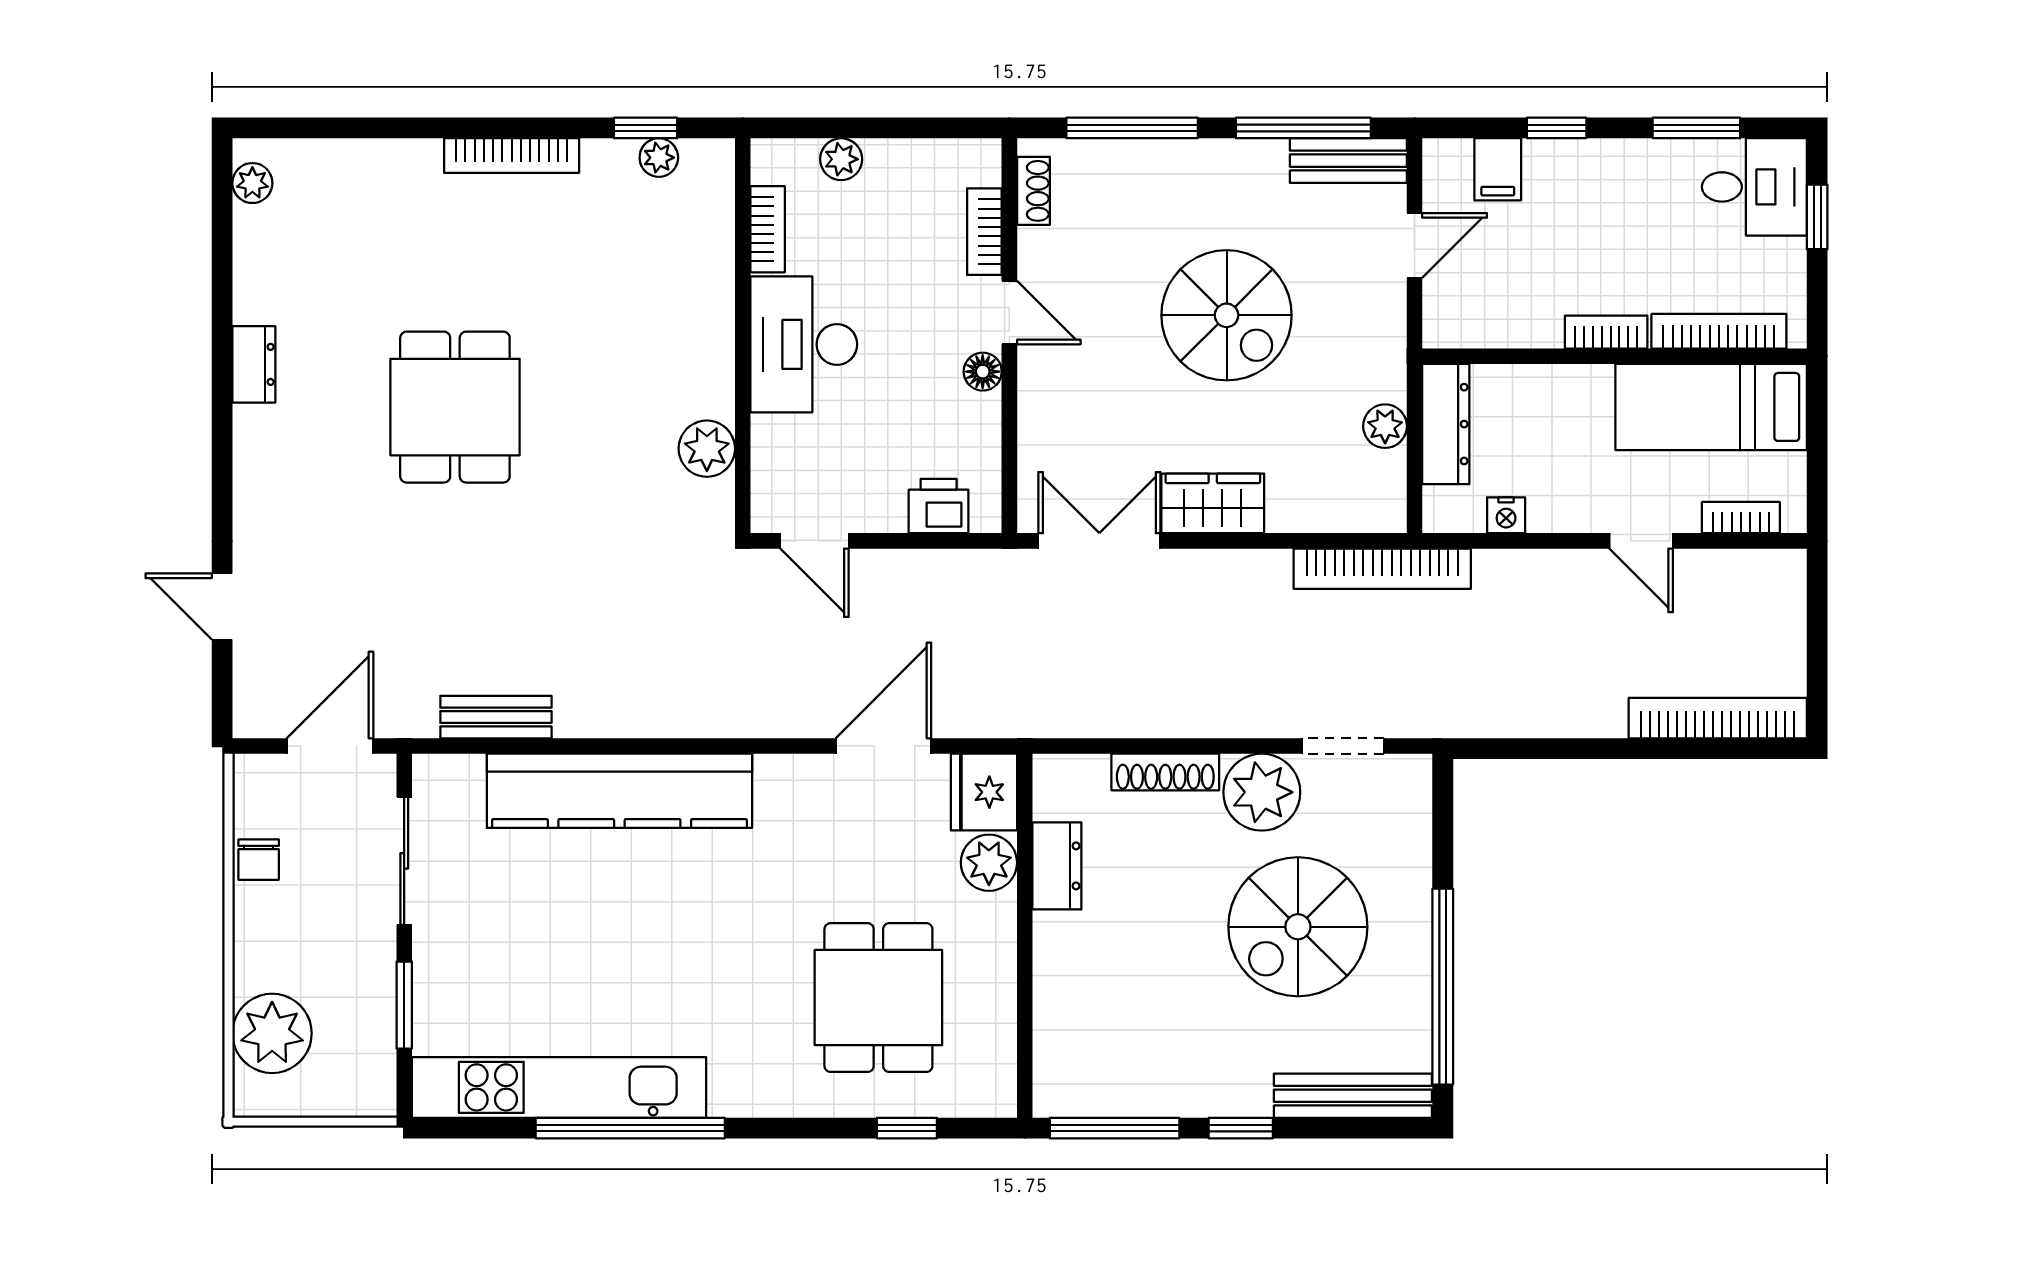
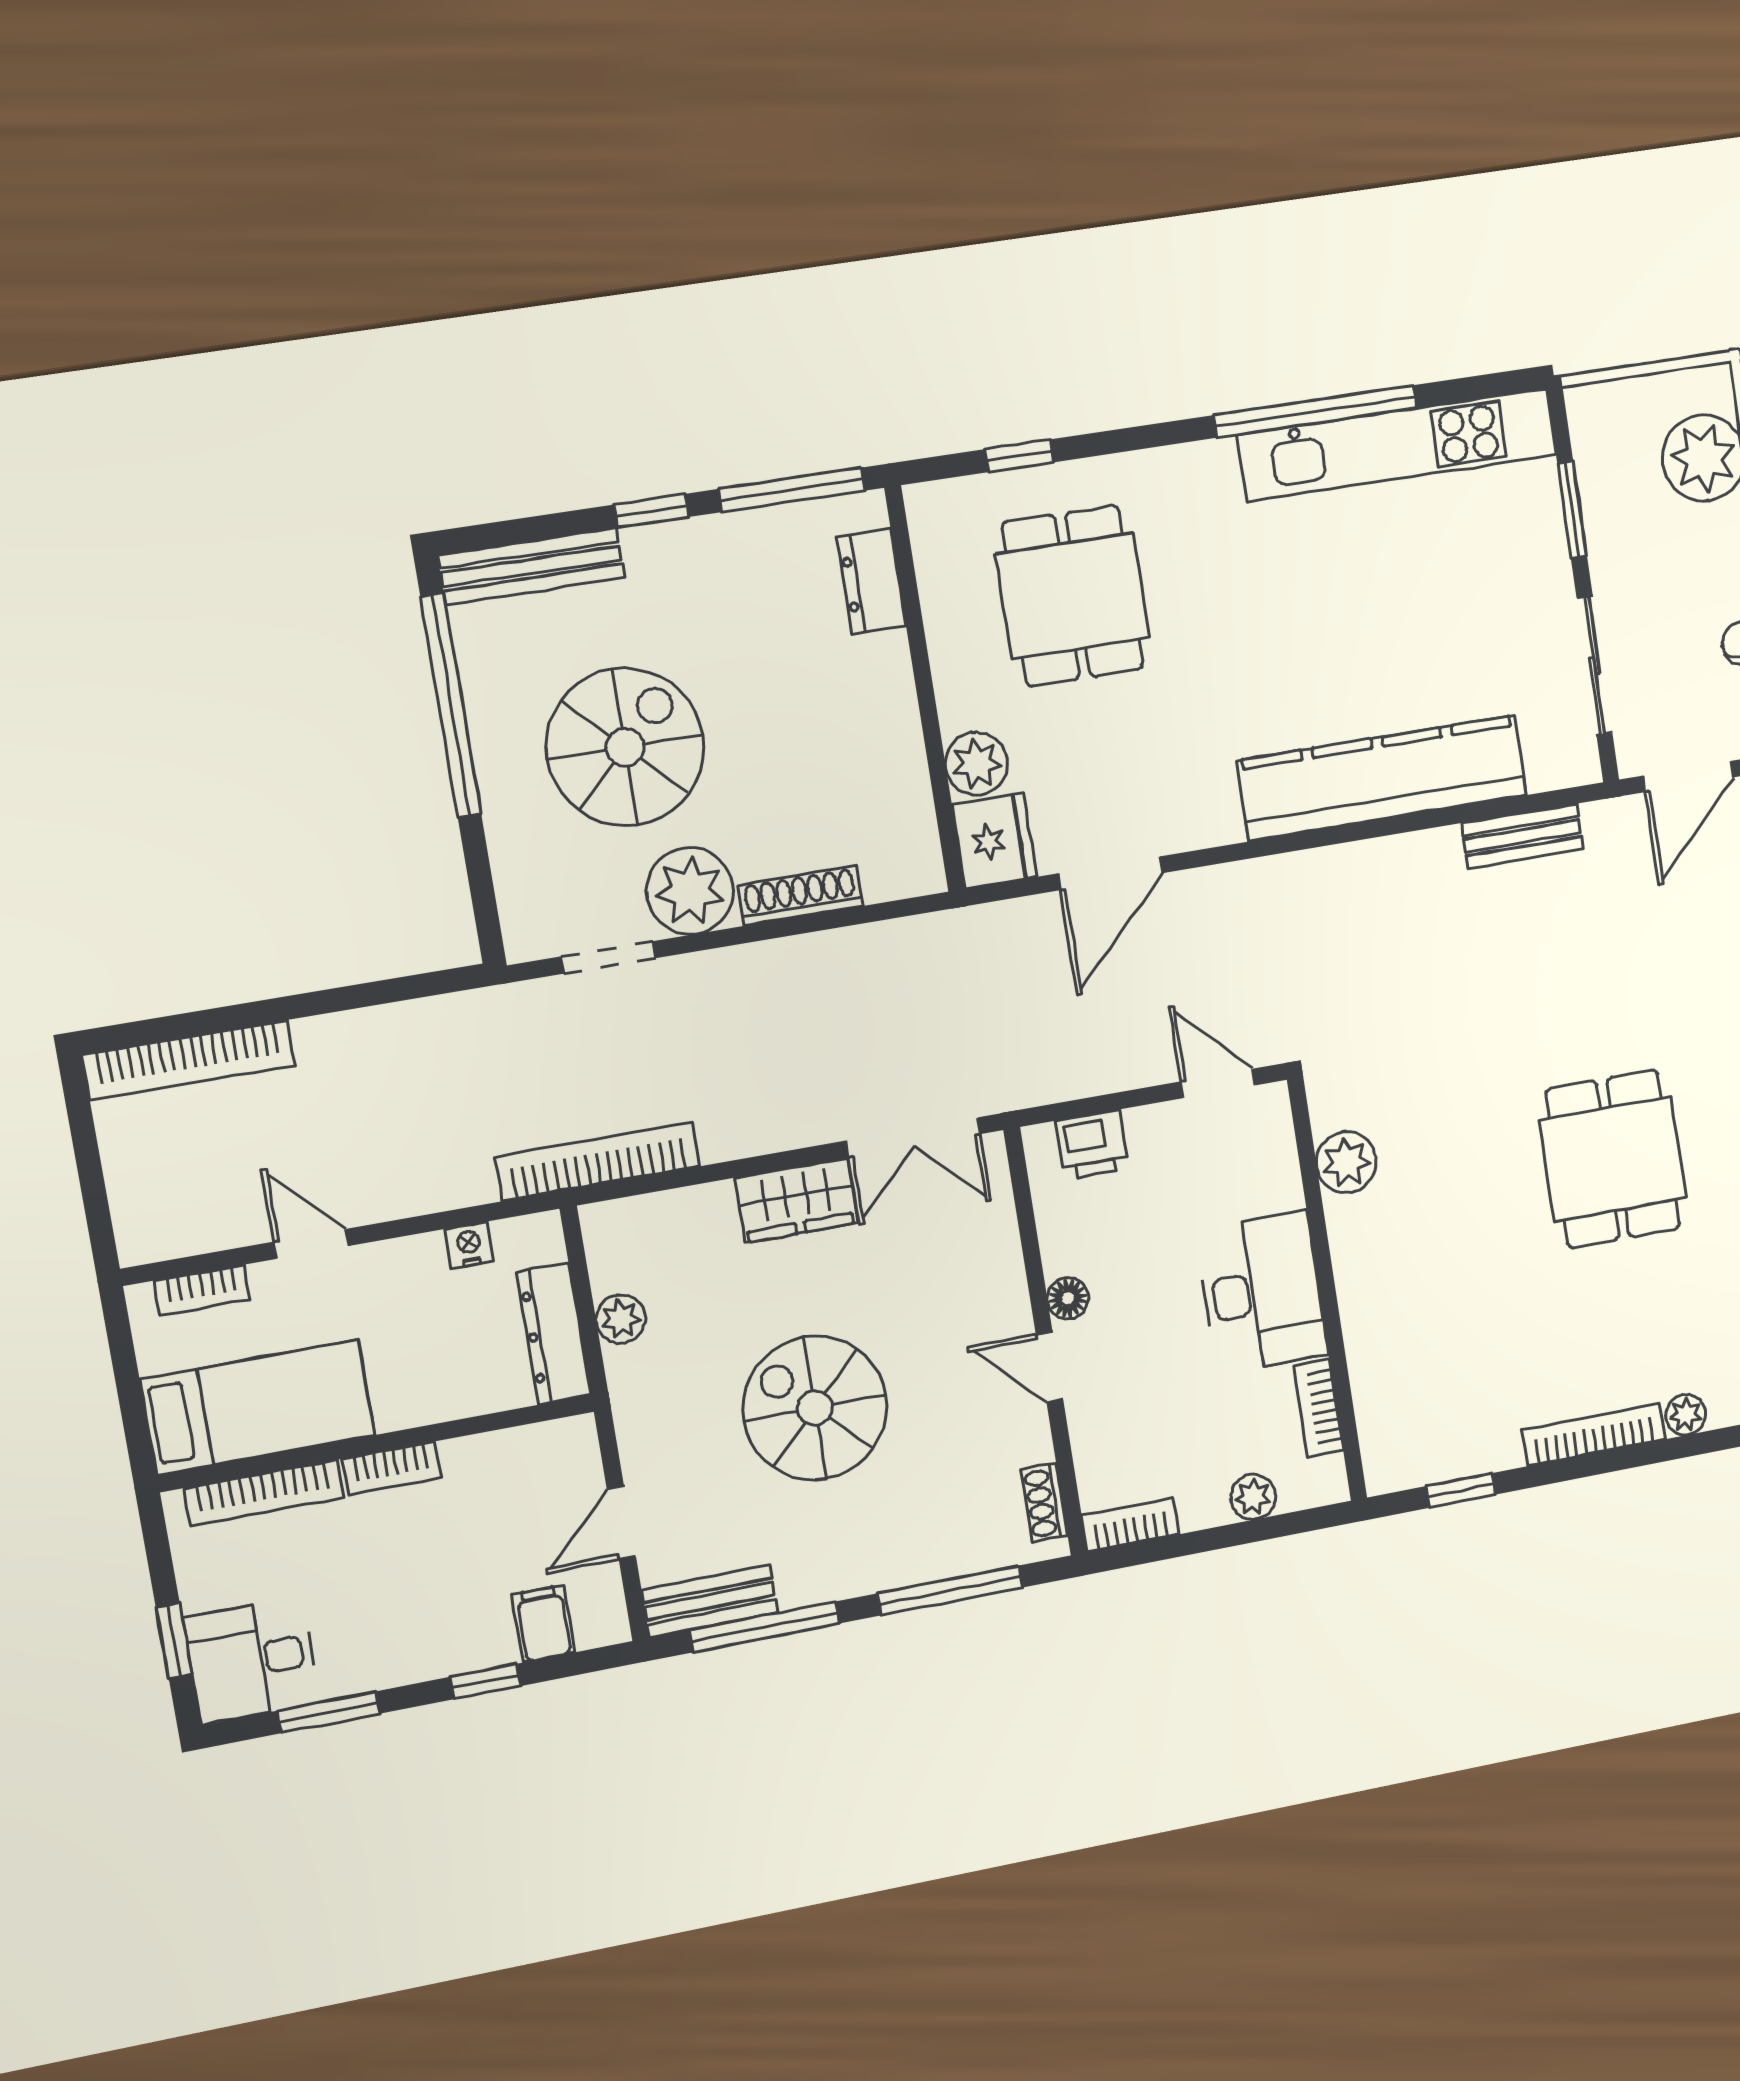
plant: (659, 158) -> (1686, 1415), moved
bookcase: (984, 232) -> (1130, 1525), moved, turned -90
dresser: (1057, 866) -> (872, 582), moved

